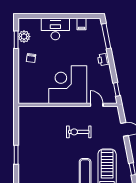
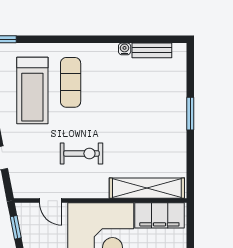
filing cabinet: (34, 96) -> (159, 215), added
shelving: (41, 112) -> (147, 188), added

